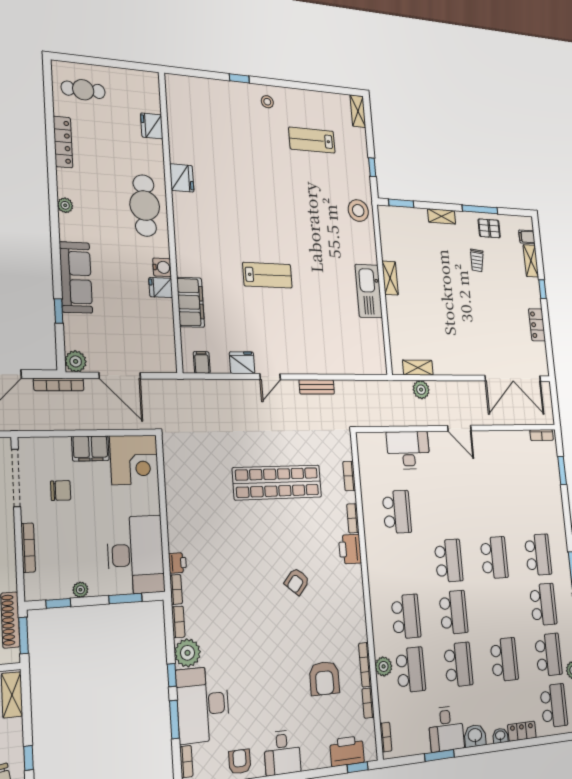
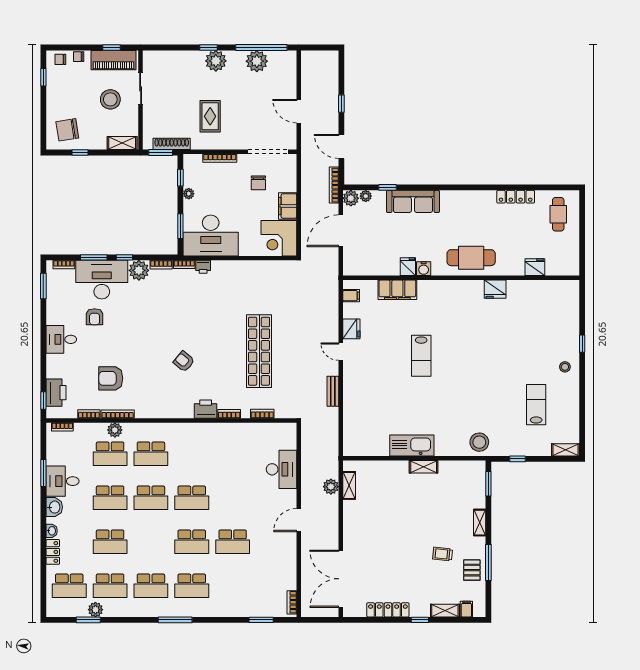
plant: (65, 205) -> (366, 196), moved
locker: (537, 325) -> (388, 610), width x1.53
school desk: (397, 512) -> (233, 542), moved
armchair: (240, 762) -> (95, 317), moved, turned 90

